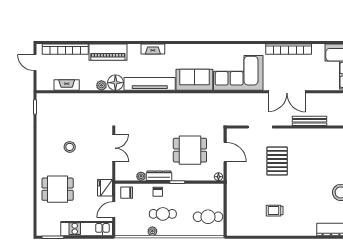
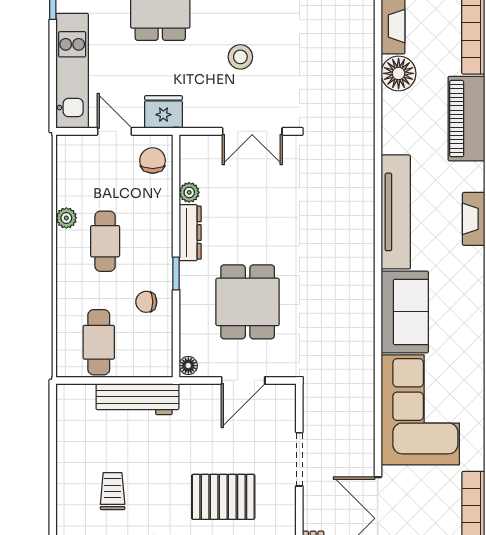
floor lamp: (115, 83) -> (399, 73), moved
plant: (101, 85) -> (392, 104), removed
stool: (70, 147) -> (240, 57), moved
chair: (158, 192) -> (146, 302), moved
workbench: (233, 199) -> (137, 399), added

